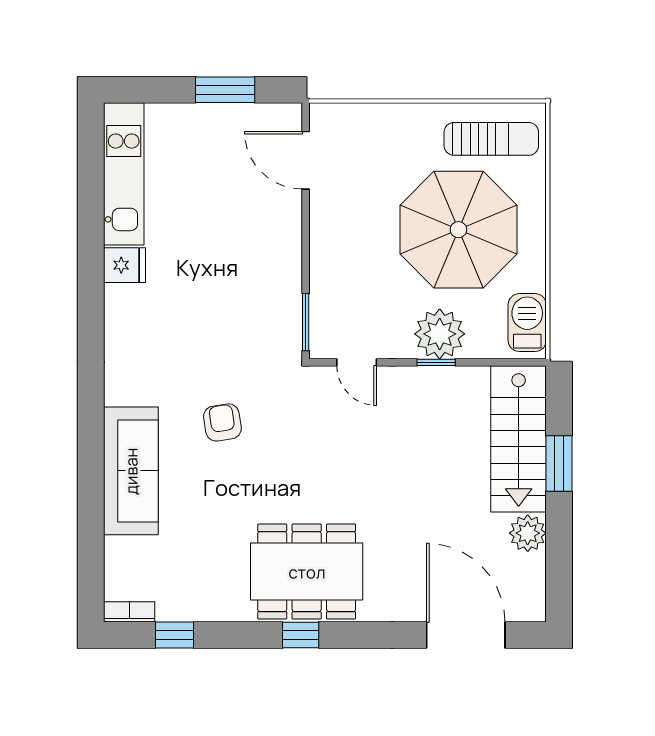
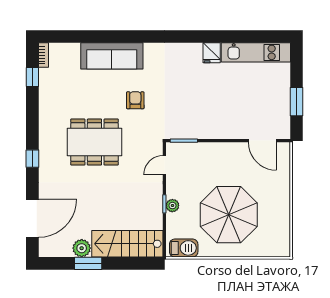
sun lounger: (491, 139) -> (273, 231), removed
door: (306, 160) -> (262, 141), swing flipped
plant: (440, 334) -> (172, 206), width x0.53, depth x0.53
armchair: (222, 422) -> (135, 100), turned -81
window: (559, 463) -> (88, 263), moved
dining table: (307, 572) -> (94, 142), moved, turned 90
window: (301, 635) -> (32, 159), moved

